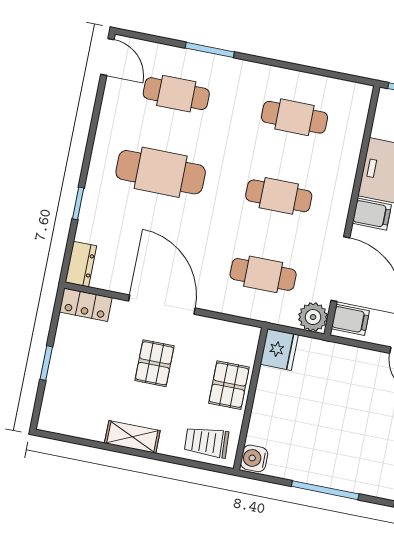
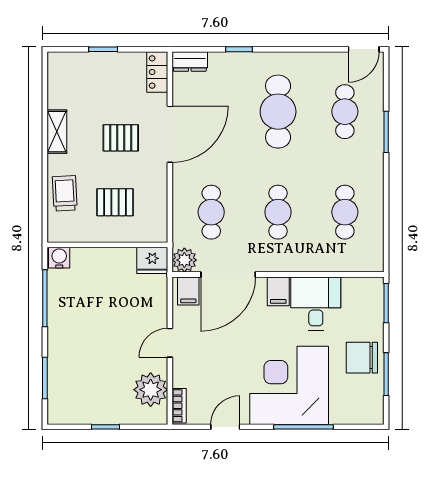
fridge: (279, 350) -> (152, 260), moved
wall: (250, 399) -> (107, 245), moved
water cooler: (254, 458) -> (59, 258), moved

